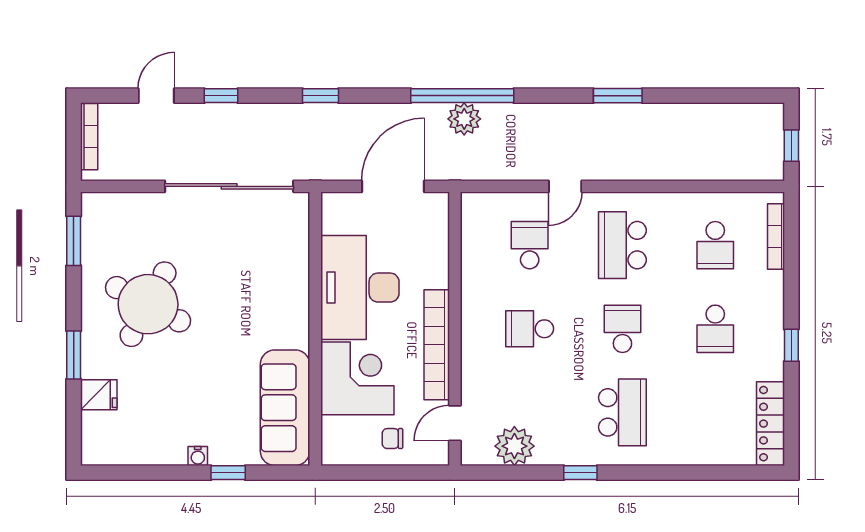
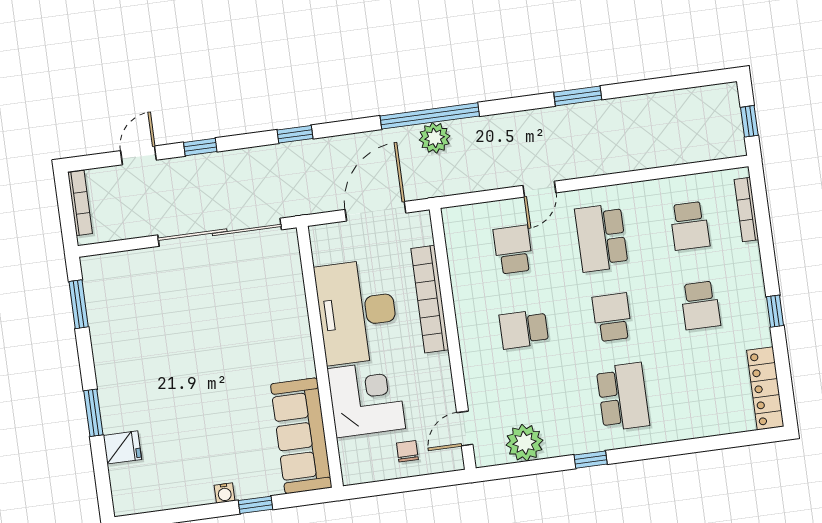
round table: (148, 304) -> (158, 355), removed
bookcase: (437, 345) -> (430, 299), moved
chair: (392, 439) -> (407, 451), turned 90

